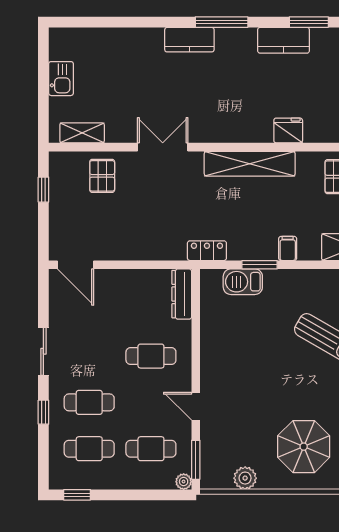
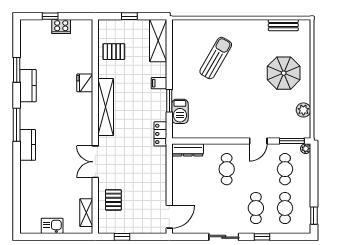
pallet: (102, 176) -> (113, 200), turned 90

